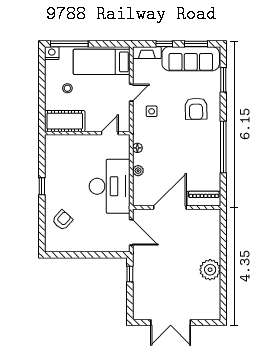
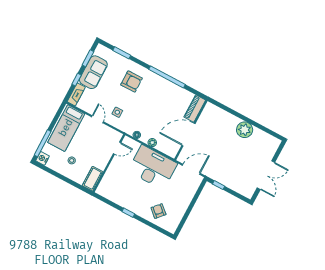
sofa: (191, 59) -> (93, 72), width x0.73
cot: (65, 121) -> (93, 179), width x0.73, depth x0.75
door: (110, 133) -> (117, 148), swing flipped
door: (170, 208) -> (188, 134), hinge flipped

